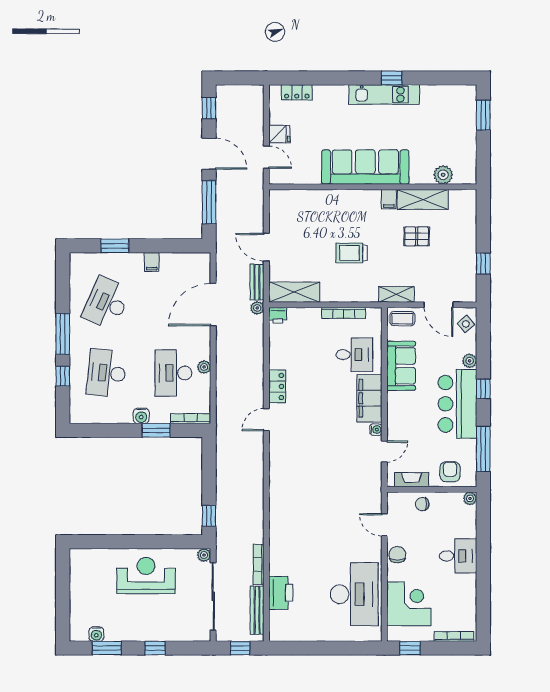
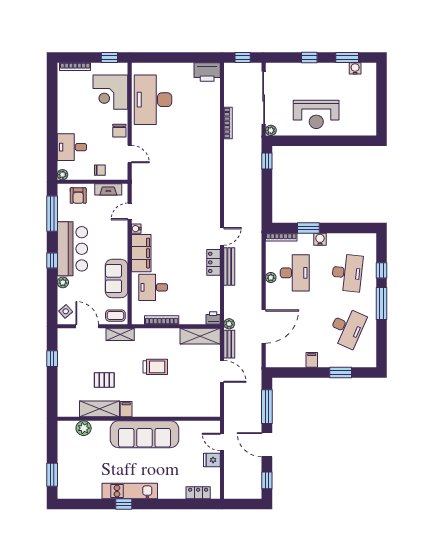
desk: (458, 556) -> (72, 147), moved
printer: (281, 593) -> (207, 72), moved, turned -90
bench: (257, 610) -> (229, 267), moved

